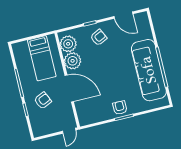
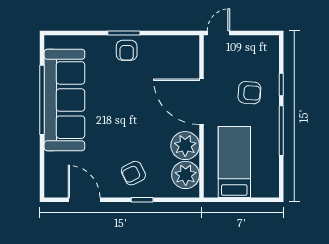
armchair: (43, 100) -> (249, 93), turned -152

